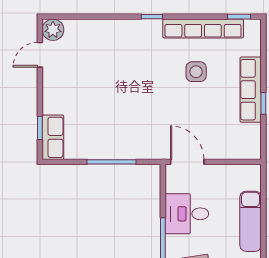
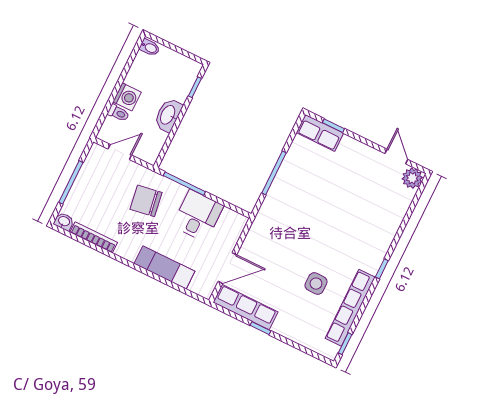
row of seats: (251, 90) -> (245, 307), moved
door: (187, 162) -> (227, 268), moved

